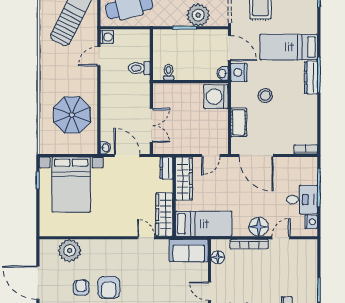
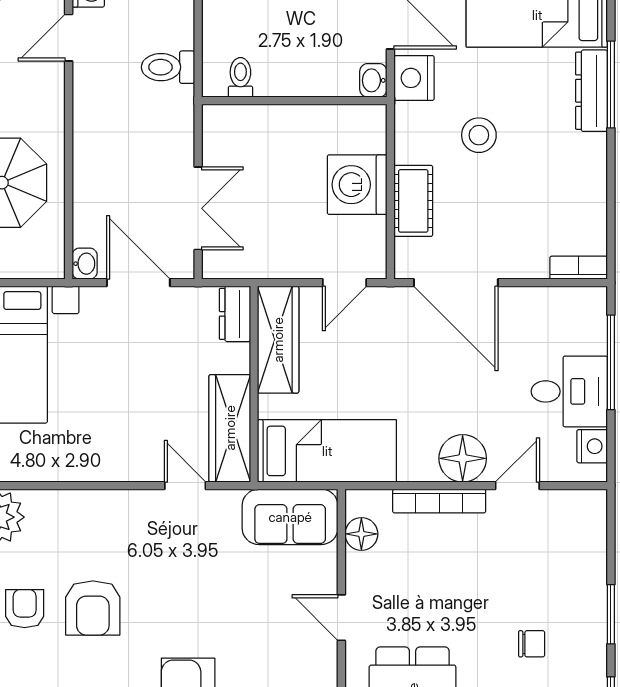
washing machine: (216, 97) -> (357, 185), moved

